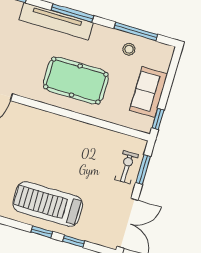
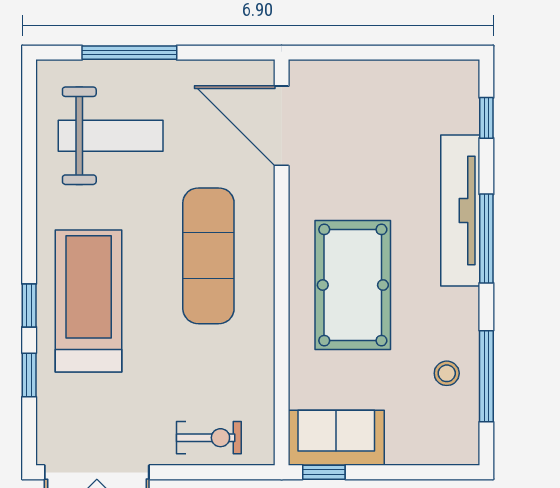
sofa: (149, 92) -> (336, 438), moved
exercise mat: (43, 143) -> (208, 256), added
window: (143, 170) -> (214, 472), removed

